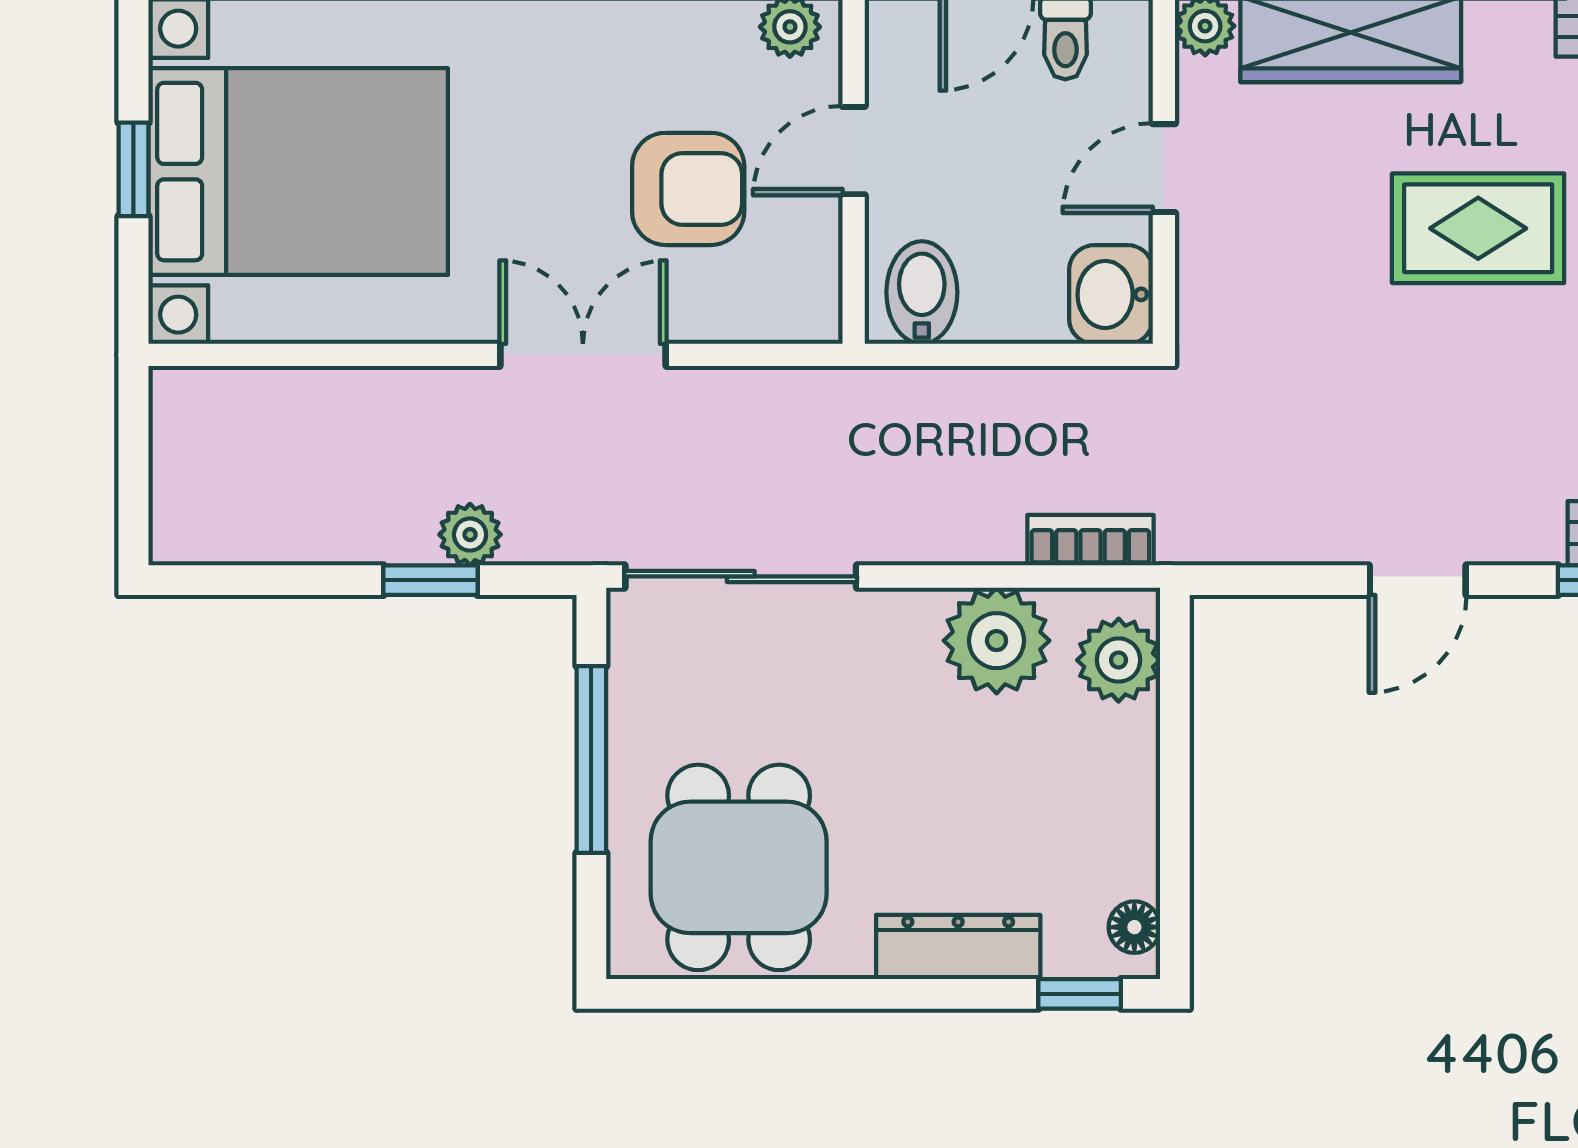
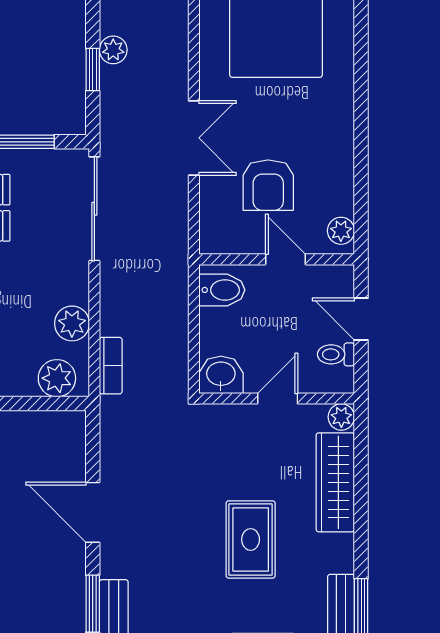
door: (1164, 168) -> (278, 399), hinge flipped
plant: (470, 535) -> (113, 50), moved
door: (1418, 580) -> (93, 512), width x1.38
plant: (997, 641) -> (72, 323), width x0.73, depth x0.73

